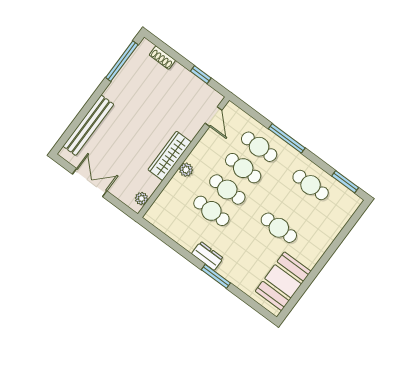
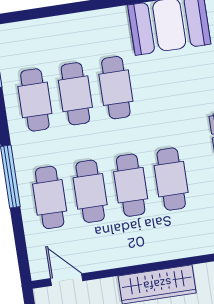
door: (214, 117) -> (67, 280), hinge flipped
plant: (186, 170) -> (154, 252), removed
cafe table: (295, 206) -> (75, 94), added

